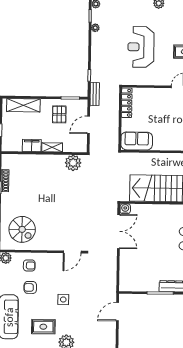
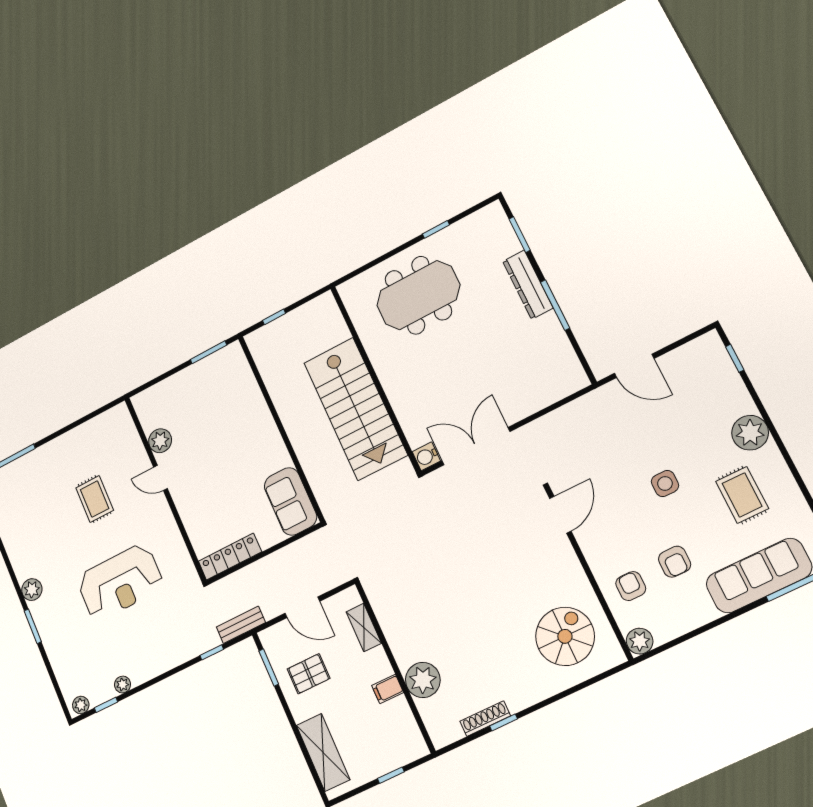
filing cabinet: (32, 145) -> (388, 689), width x0.50
shelving: (52, 147) -> (364, 627), moved
plant: (73, 163) -> (423, 680), moved
door: (72, 252) -> (560, 515), hinge flipped

